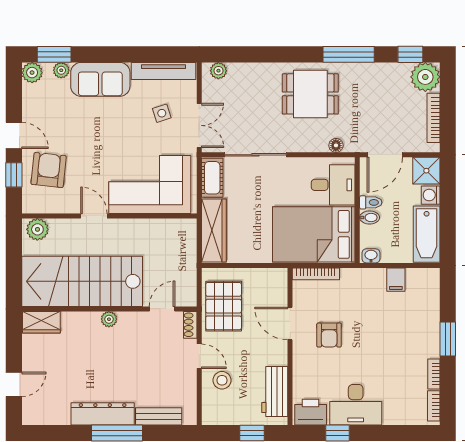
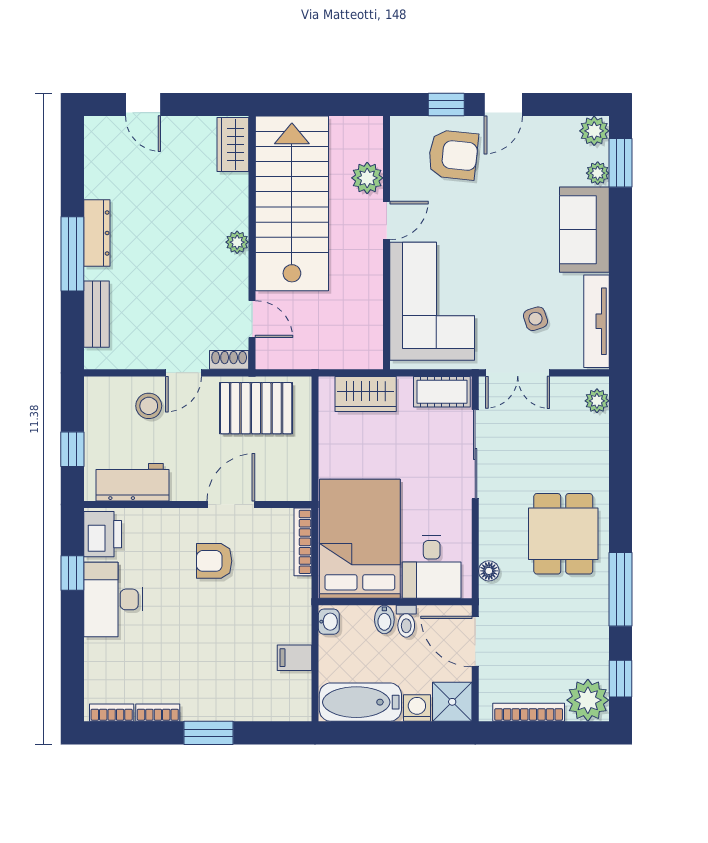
plant: (37, 229) -> (367, 178), moved
wardrobe: (214, 230) -> (366, 394), width x0.67
dresser: (103, 414) -> (97, 233), width x0.73, depth x0.80

